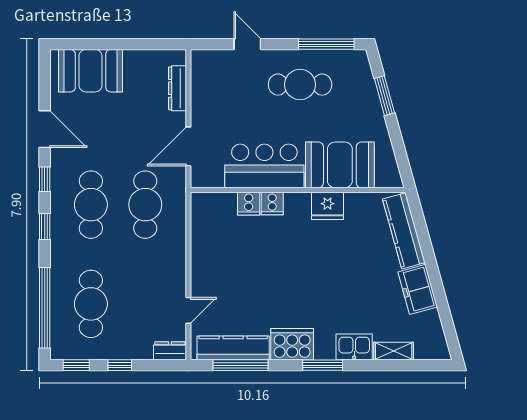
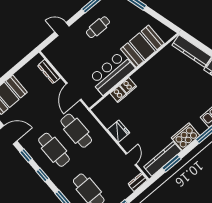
cafe table: (300, 85) -> (98, 27), width x0.73, depth x0.74
fridge: (328, 206) -> (119, 131), moved, turned -90
window: (241, 365) -> (172, 163), width x0.69

